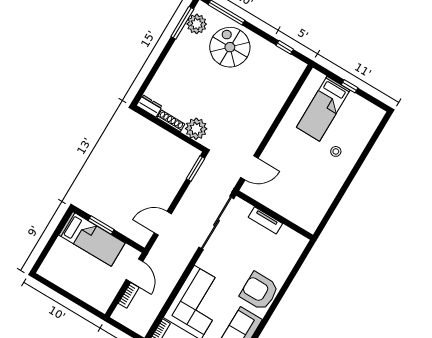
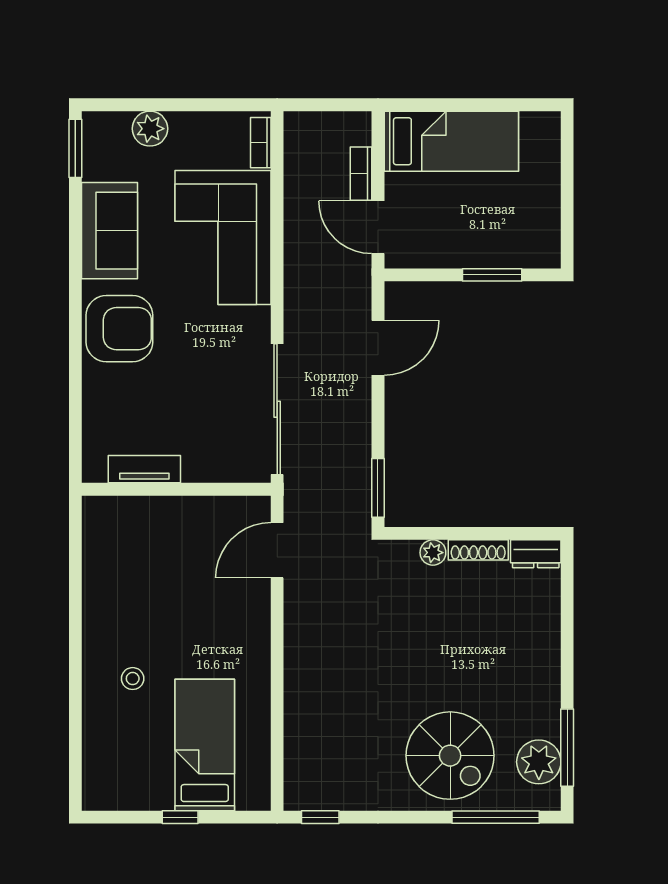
window: (285, 47) -> (320, 817), moved
plant: (196, 129) -> (433, 553), width x0.53, depth x0.53
tv unit: (265, 220) -> (144, 469), moved
bed: (92, 239) -> (451, 141), moved, turned 180

